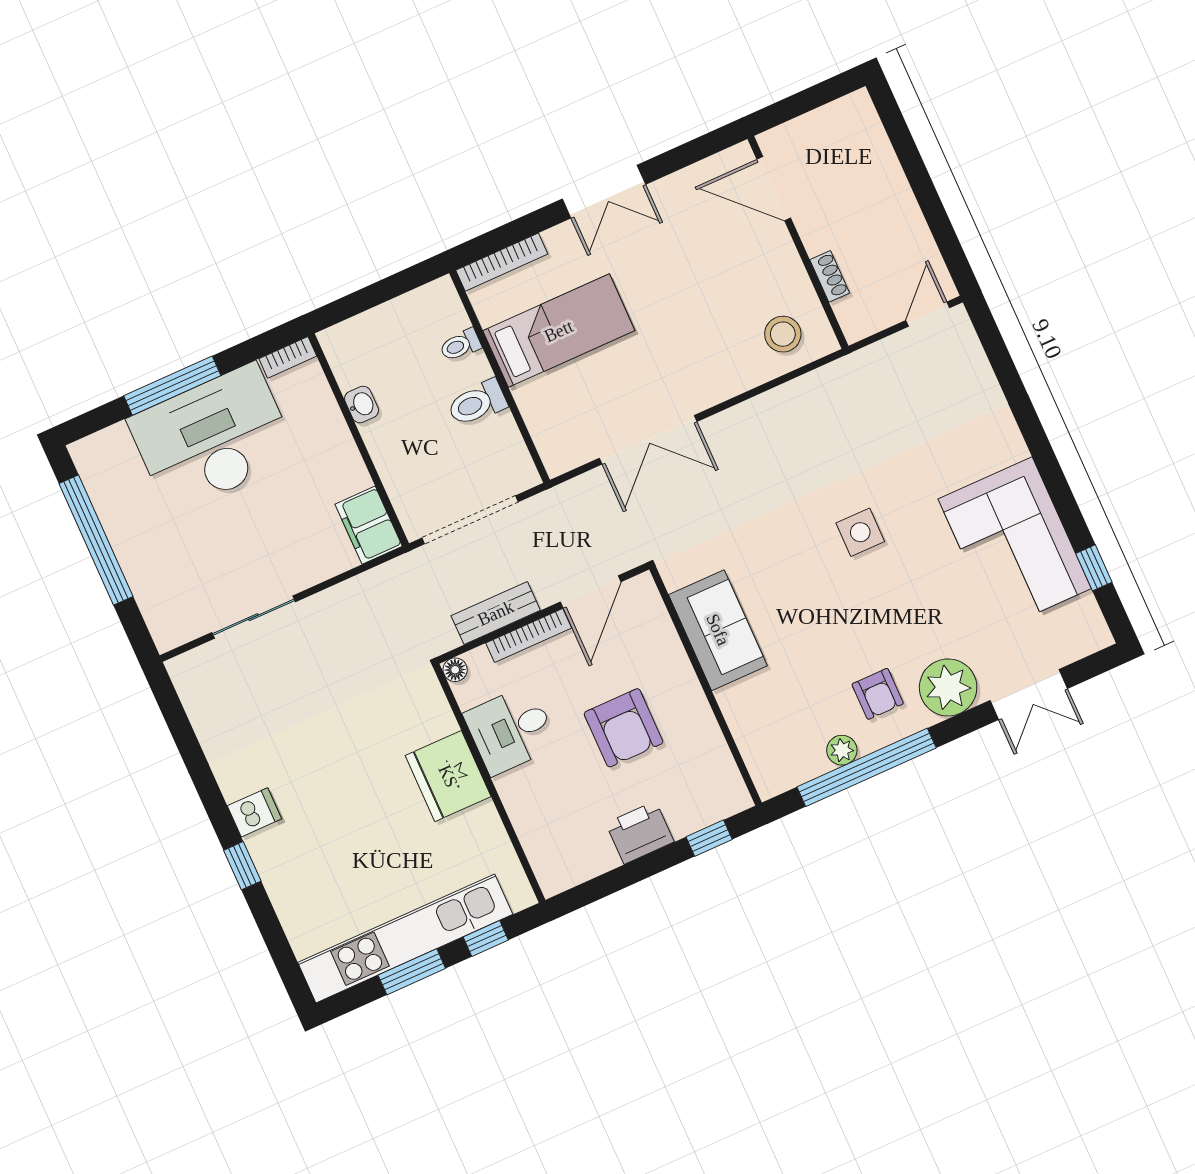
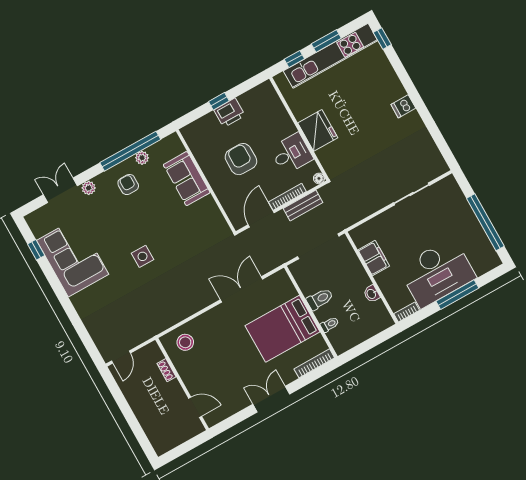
door: (774, 189) -> (195, 407), width x0.73
bed: (559, 331) -> (283, 329), width x1.50
filing cabinet: (369, 525) -> (374, 258), moved
sofa: (718, 630) -> (187, 179), moved
plant: (948, 687) -> (89, 188), width x0.53, depth x0.53
window: (709, 838) -> (219, 101), moved
window: (242, 866) -> (382, 38), moved

